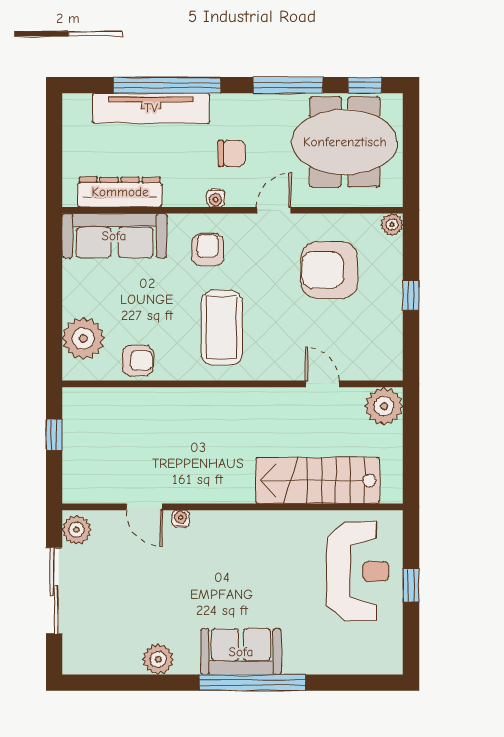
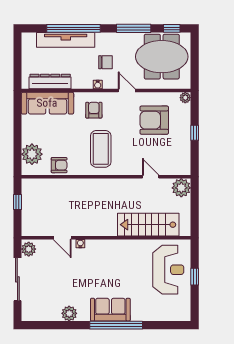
door: (274, 210) -> (127, 91), hinge flipped

